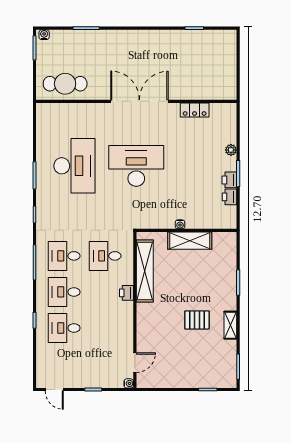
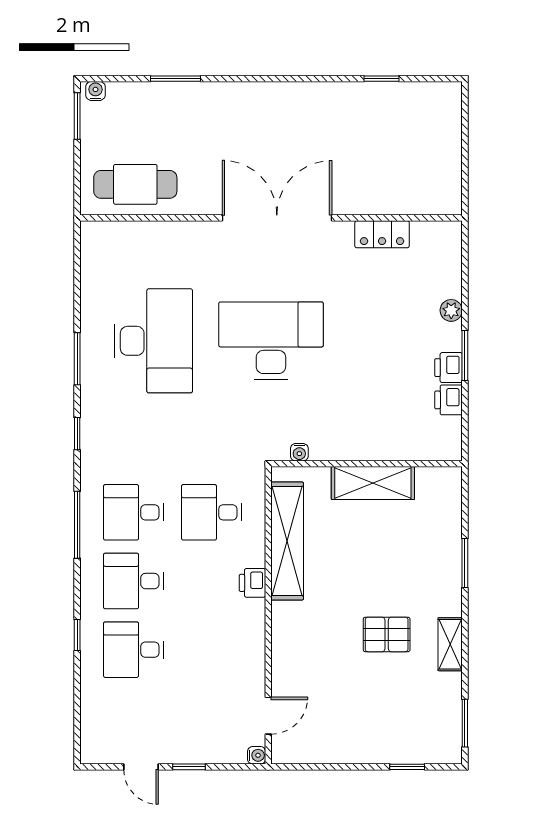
water cooler: (180, 224) -> (299, 452), moved
door: (54, 390) -> (141, 767), moved

